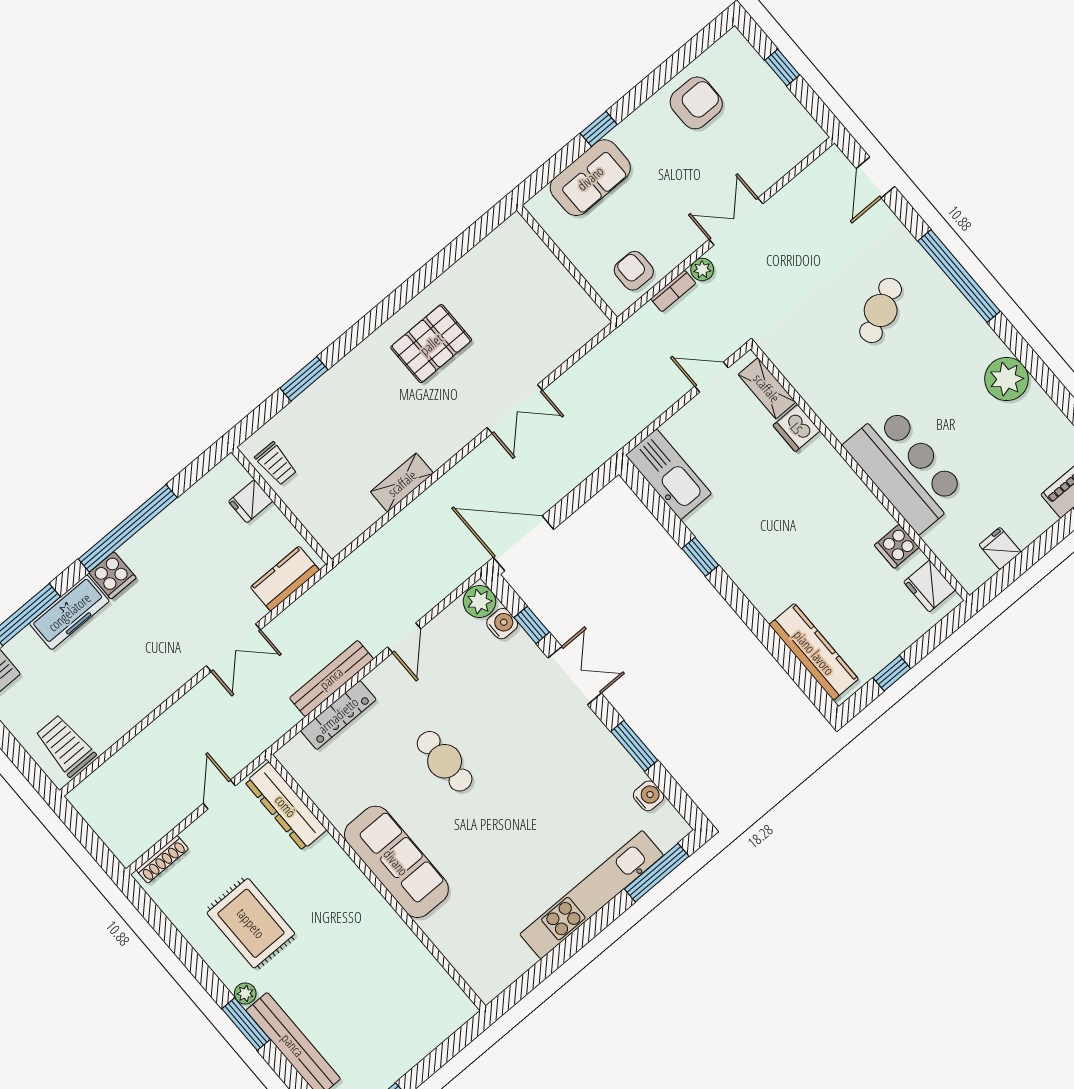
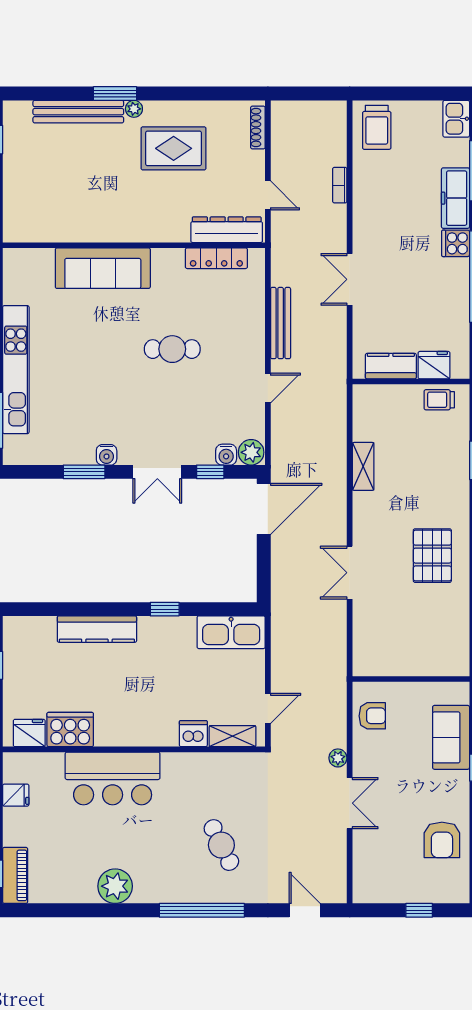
bookcase: (673, 291) -> (340, 185), moved
fridge: (251, 501) -> (434, 365), width x1.38
cooker: (897, 546) -> (70, 730), width x1.87, depth x1.31
kitchen counter: (285, 579) -> (391, 366), moved, turned -90
door: (404, 638) -> (268, 388), swing flipped
kitchen counter: (814, 652) -> (97, 629), moved
locker: (338, 715) -> (216, 258), moved, turned -90
trolley: (65, 745) -> (377, 127), turned 90
water cooler: (648, 796) -> (107, 455), moved
sofa: (396, 862) -> (103, 268), moved

